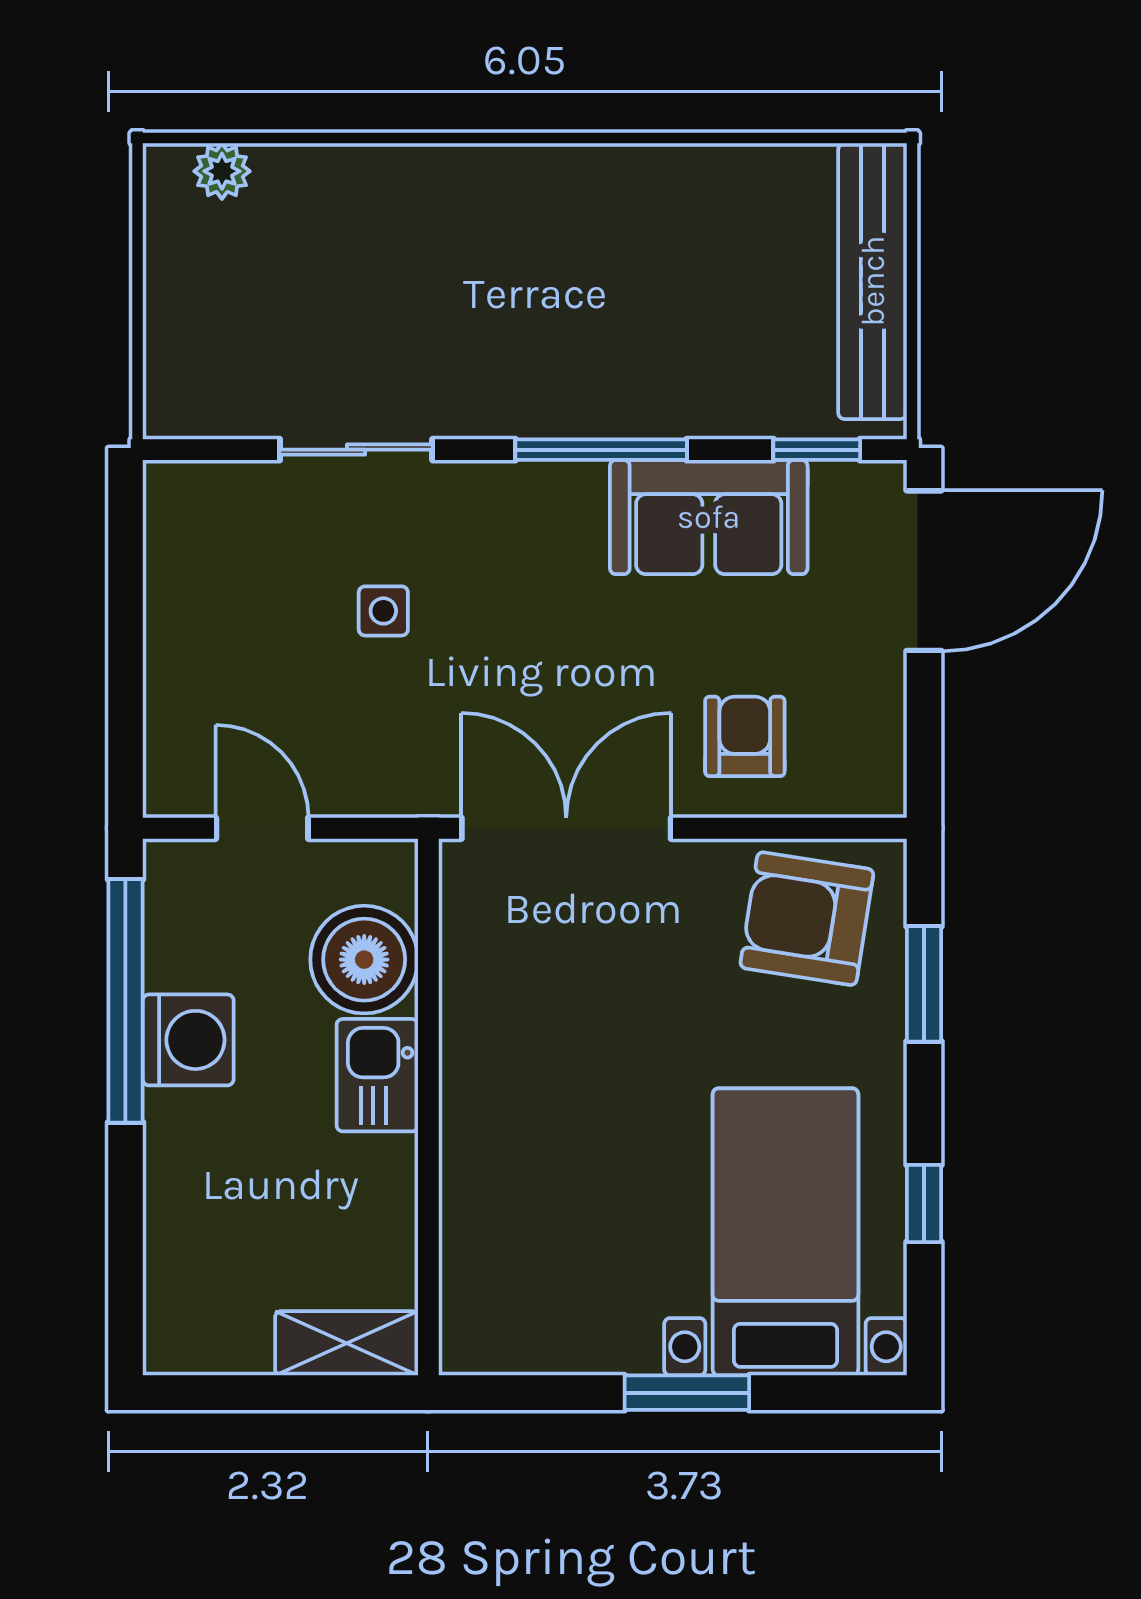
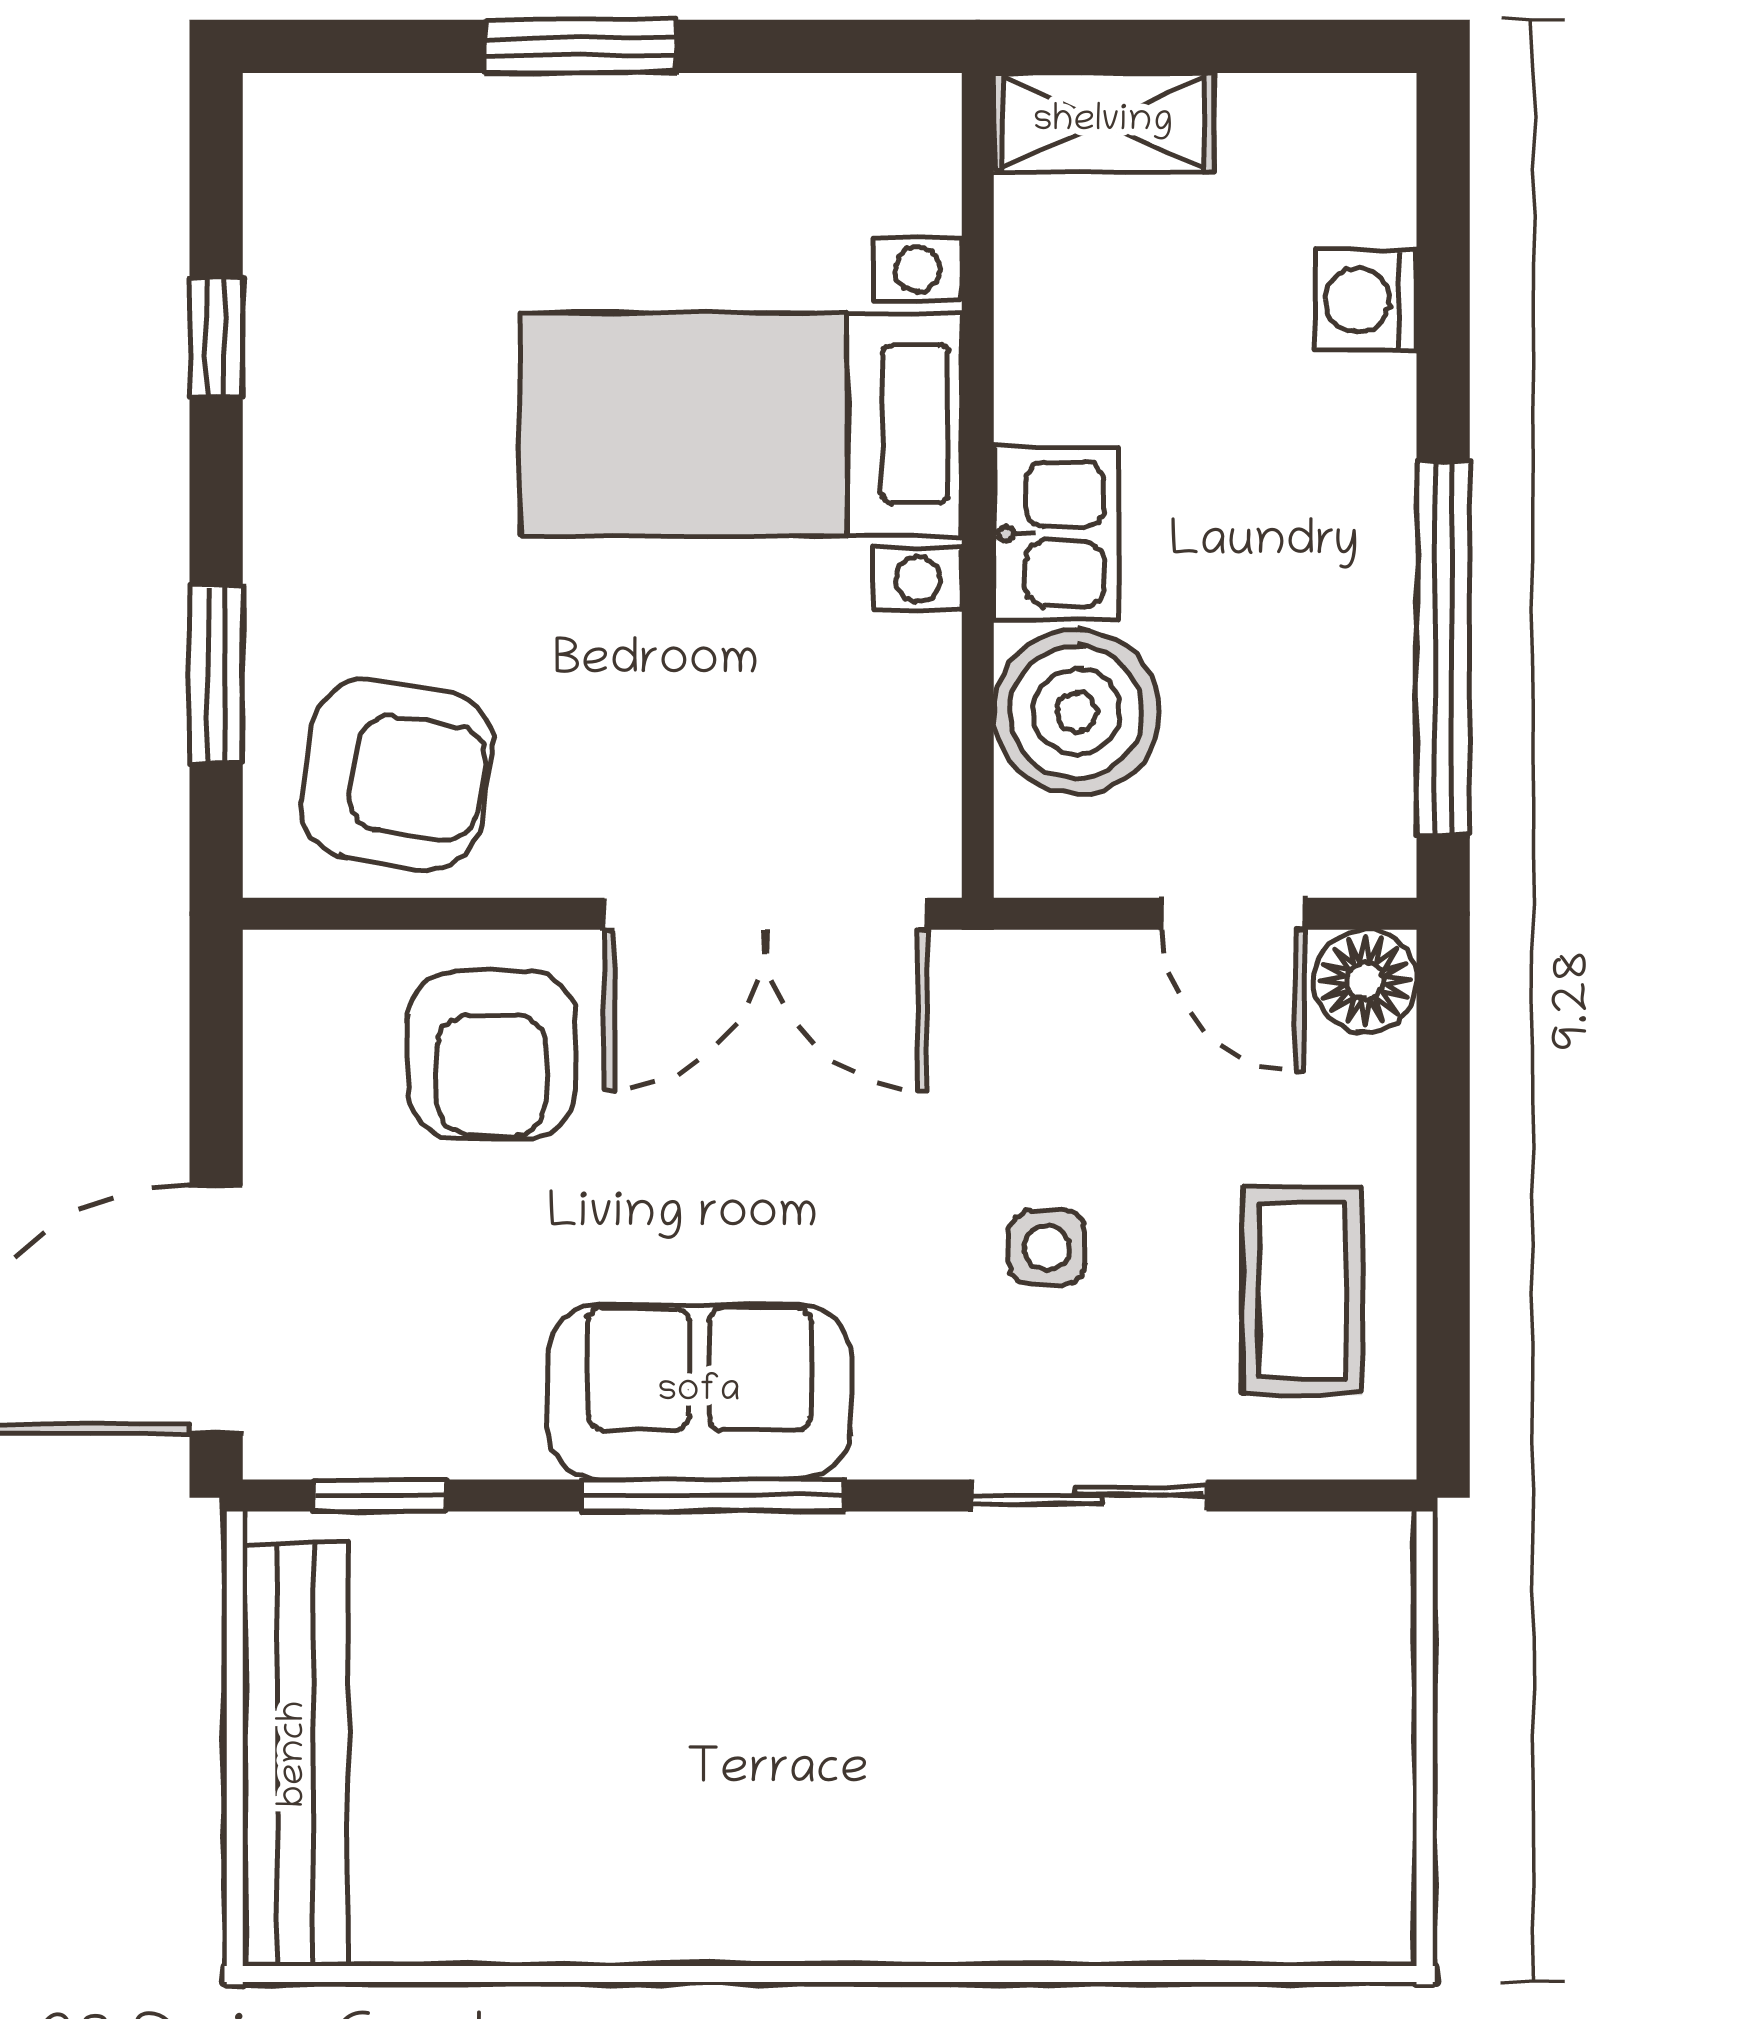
plant: (222, 171) -> (1295, 1923), removed
sofa: (709, 517) -> (699, 1392), moved
coffee table: (217, 583) -> (1302, 1291), added
armchair: (745, 736) -> (492, 1055), width x1.38, depth x1.38
floor lamp: (176, 784) -> (1365, 981), added
washing machine: (188, 1040) -> (1366, 300), moved, width x0.73, depth x0.73
bed with nightstands: (785, 1232) -> (741, 424), moved, turned 90

